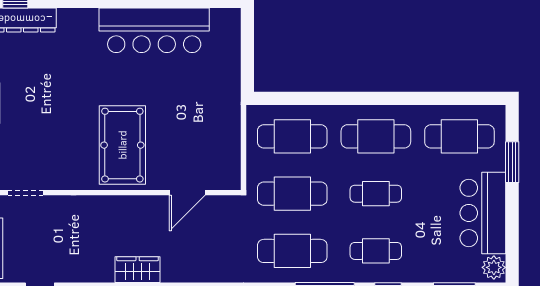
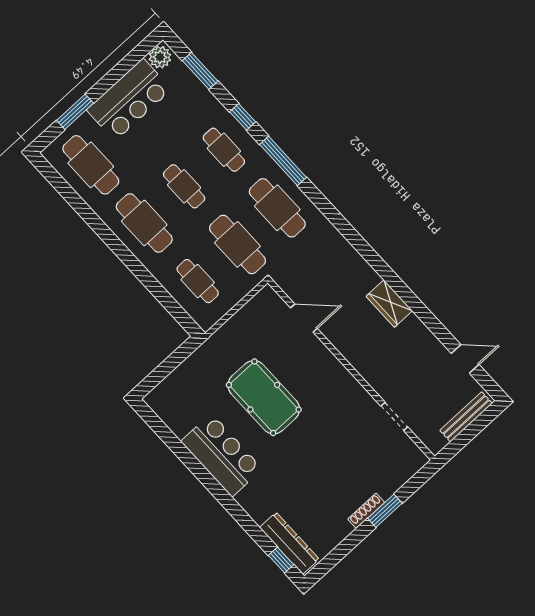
bar counter: (154, 30) -> (222, 455), width x0.73
cafe table: (292, 136) -> (198, 281), width x0.73, depth x0.74
pool table: (122, 145) -> (264, 397), moved, turned 90
doorway: (25, 193) -> (394, 416), moved

